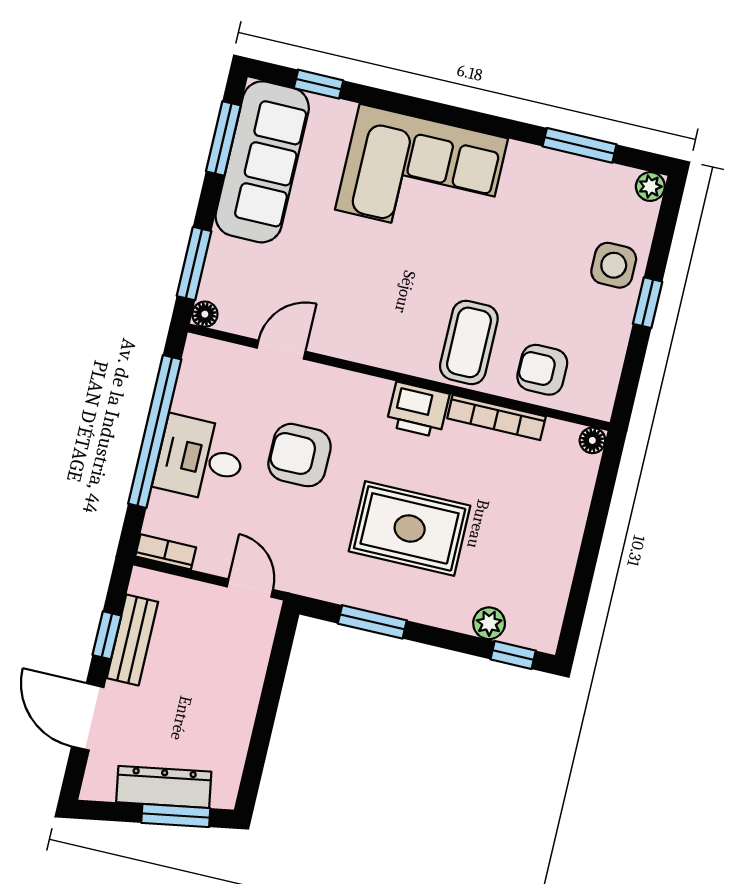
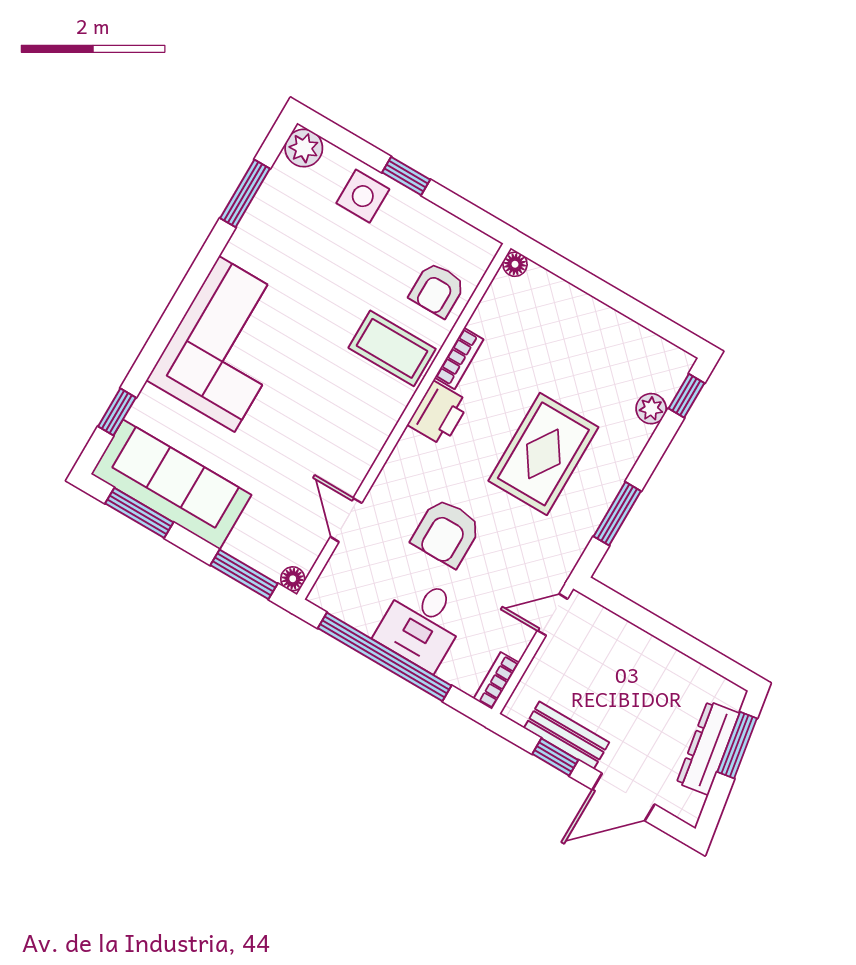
plant: (650, 187) -> (304, 148), width x1.38, depth x1.38
bookcase: (496, 417) -> (459, 358), width x0.64

